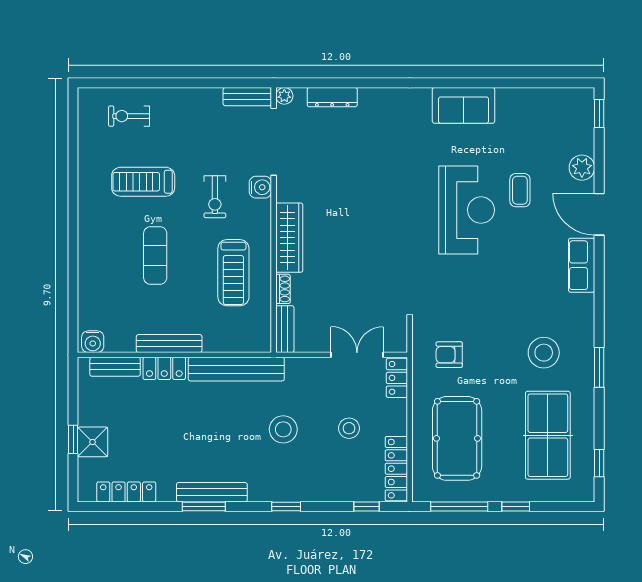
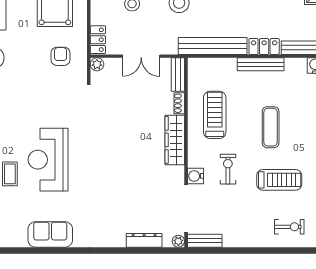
plant: (398, 343) -> (97, 64), added
double door: (357, 355) -> (141, 56), moved
armchair: (449, 355) -> (61, 56), turned -90

